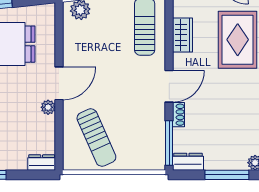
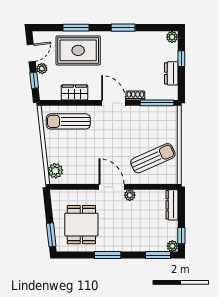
dresser: (188, 162) -> (171, 73), moved
dresser: (42, 163) -> (172, 205), width x1.44
window: (227, 175) -> (181, 59), width x0.46

